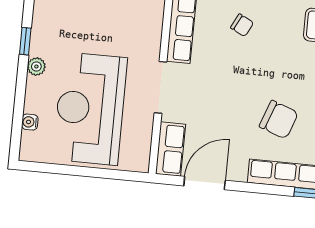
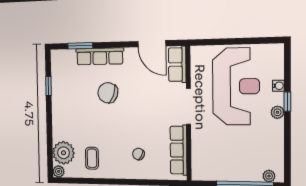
window: (25, 41) -> (287, 102), moved
water cooler: (30, 122) -> (278, 86), moved
door: (205, 183) -> (152, 44), hinge flipped

